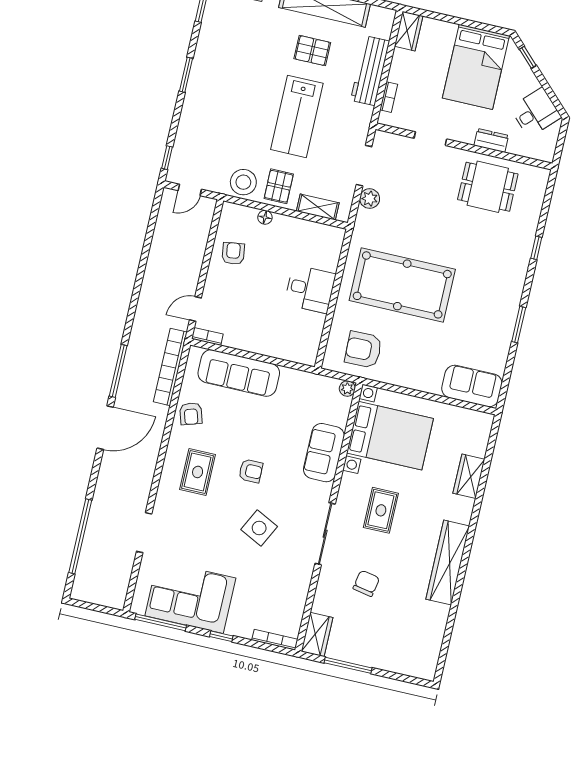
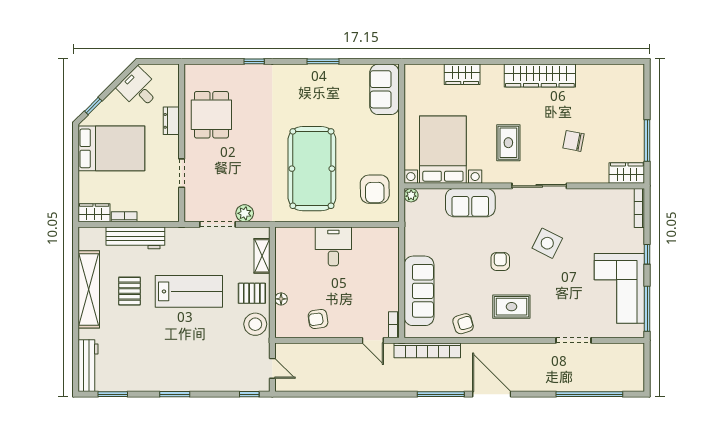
bookcase: (389, 97) -> (124, 217), moved
rug: (381, 510) -> (508, 143), turned 90

